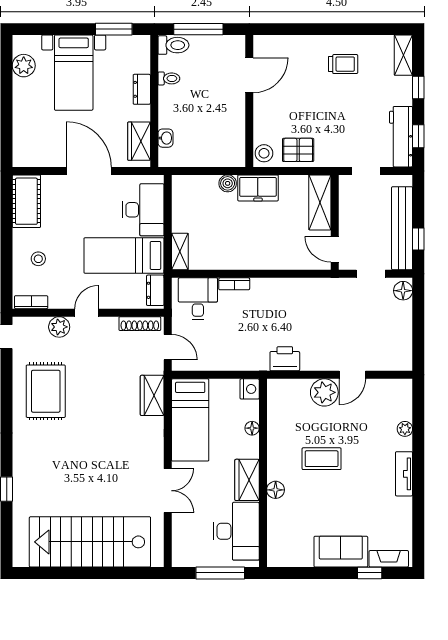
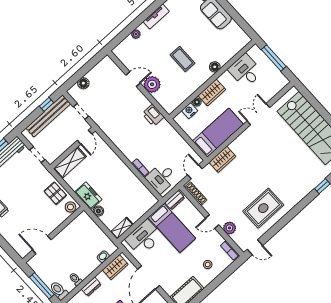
shelving: (180, 251) -> (122, 228), moved
floor lamp: (403, 291) -> (83, 83), moved
nightstand: (250, 389) -> (190, 111), moved
wardrobe: (247, 480) -> (212, 92), moved
desk: (236, 531) -> (245, 71), width x0.73

